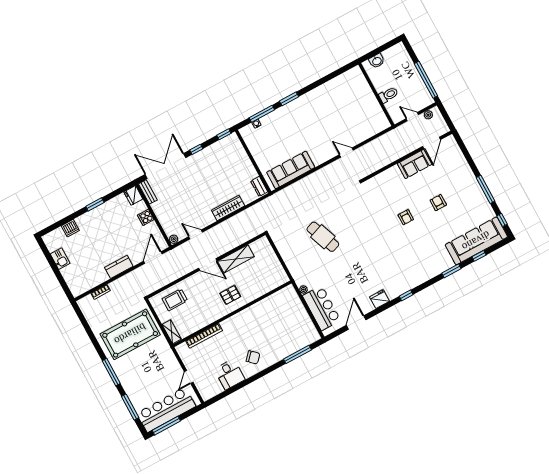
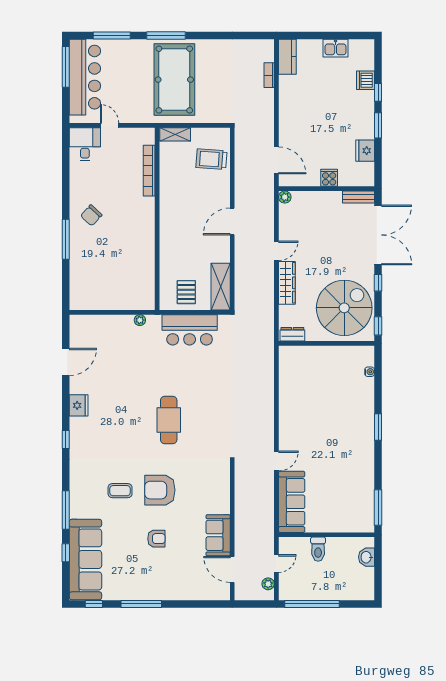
window: (262, 114) -> (378, 507), moved
spiral stairs: (224, 162) -> (344, 308), added
sofa: (291, 170) -> (292, 502), moved
fridge: (133, 195) -> (365, 151), moved, turned -90
window: (74, 216) -> (378, 92), added
armchair: (406, 217) -> (160, 490), width x1.88, depth x1.88
door: (196, 234) -> (276, 251), moved
cafe table: (323, 237) -> (169, 420), moved, turned -70
coffee table: (420, 243) -> (120, 491), added
shelving: (236, 259) -> (221, 287), moved
kitchen counter: (119, 267) -> (287, 57), moved
window: (451, 271) -> (66, 510), width x1.44
pallet: (230, 295) -> (186, 292), moved
trolley: (175, 300) -> (211, 159), turned -86
bar counter: (322, 308) -> (190, 330), moved
door: (356, 323) -> (66, 362), hinge flipped
pool table: (130, 334) -> (174, 80), moved
window: (297, 354) -> (66, 239), moved
desk: (230, 374) -> (85, 144), moved, turned 90

